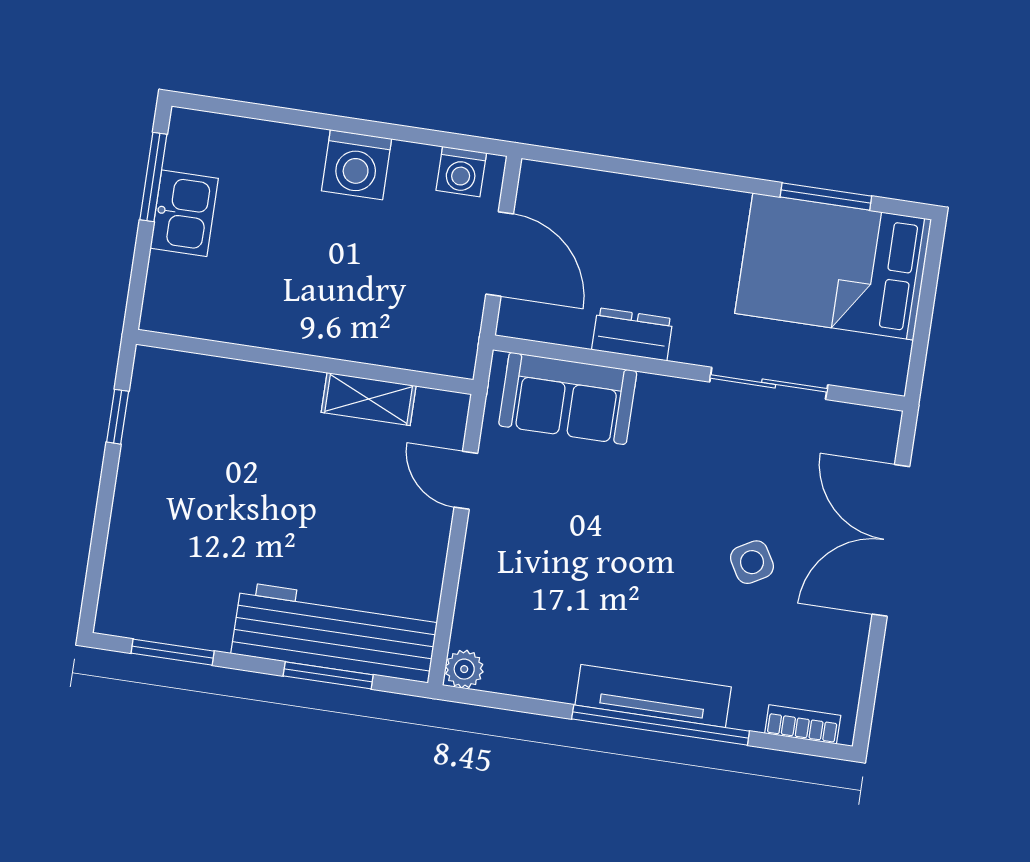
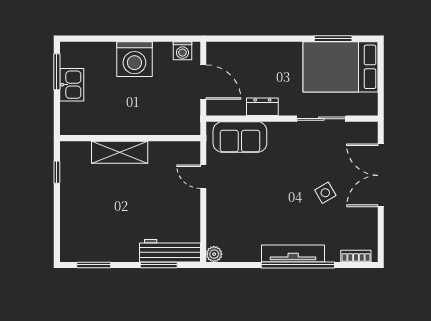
washing machine: (357, 165) -> (134, 59), width x1.37, depth x1.37
shelving: (369, 399) -> (120, 152), moved, width x1.50, depth x1.33
workbench: (335, 632) -> (170, 251), width x0.73, depth x0.76

